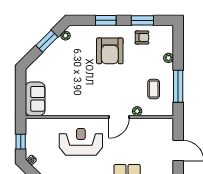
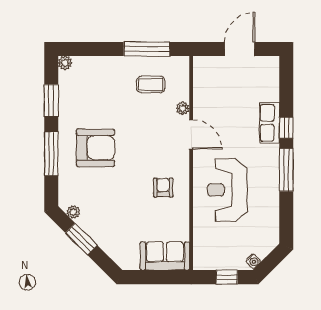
window: (106, 20) -> (51, 154), width x1.44
armchair: (142, 38) -> (163, 188), moved
plant: (168, 58) -> (65, 63), moved

